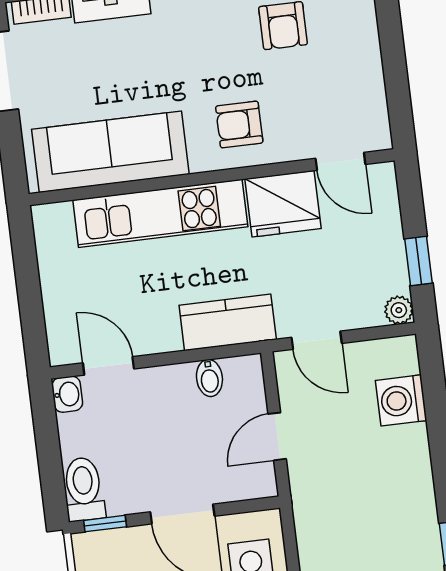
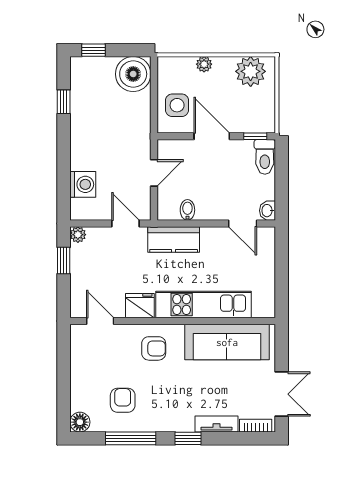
fridge: (283, 204) -> (140, 306), width x0.73, depth x0.75

